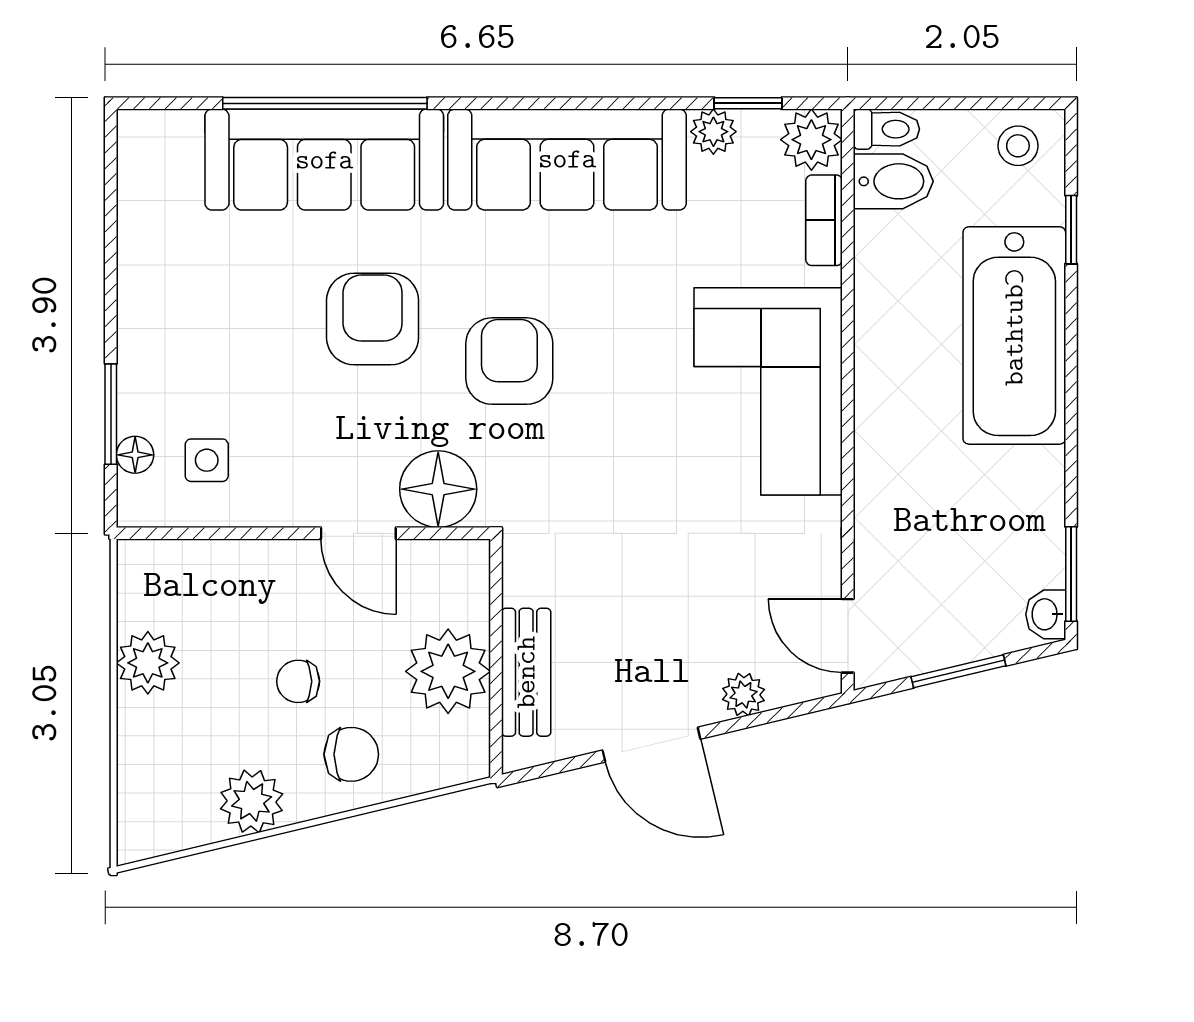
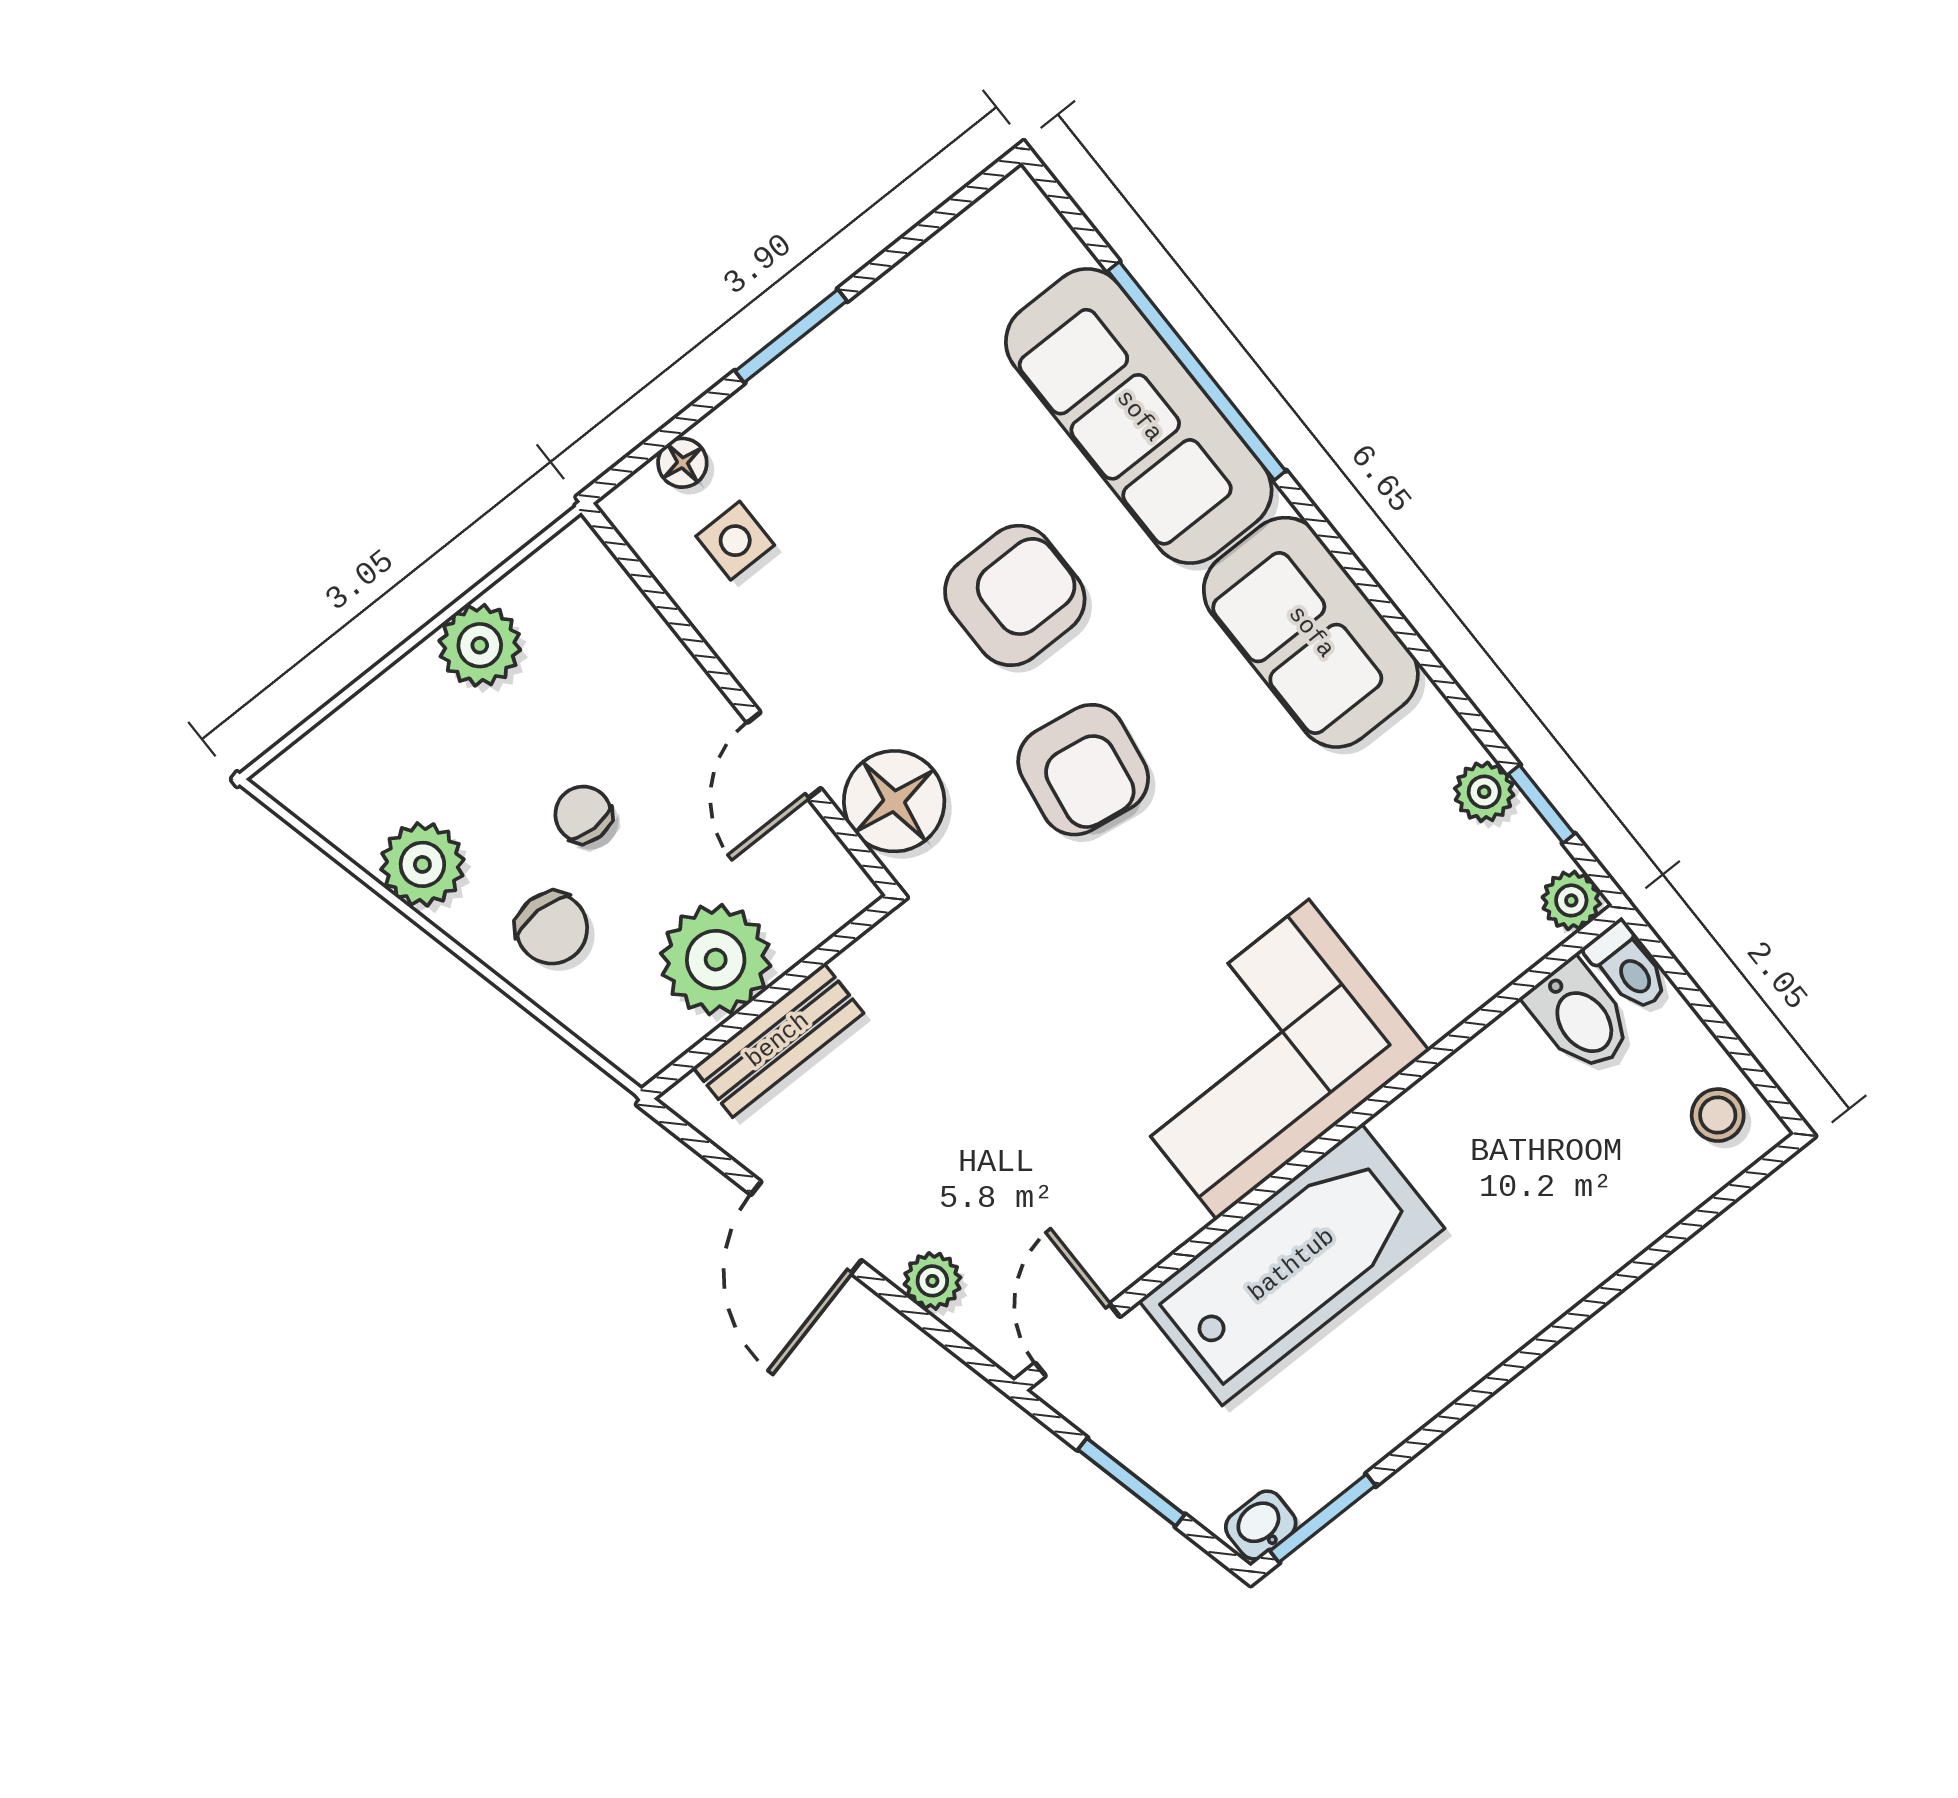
plant: (811, 140) -> (1571, 900), width x0.73, depth x0.73
sofa: (567, 159) -> (1311, 632), width x0.73
bookcase: (824, 220) -> (1484, 977), removed
window: (1071, 230) -> (1675, 1238), removed
bathtub: (1014, 335) -> (1292, 1265), moved, turned 180
armchair: (509, 361) -> (1083, 770), turned 99
window: (111, 414) -> (791, 336), moved

